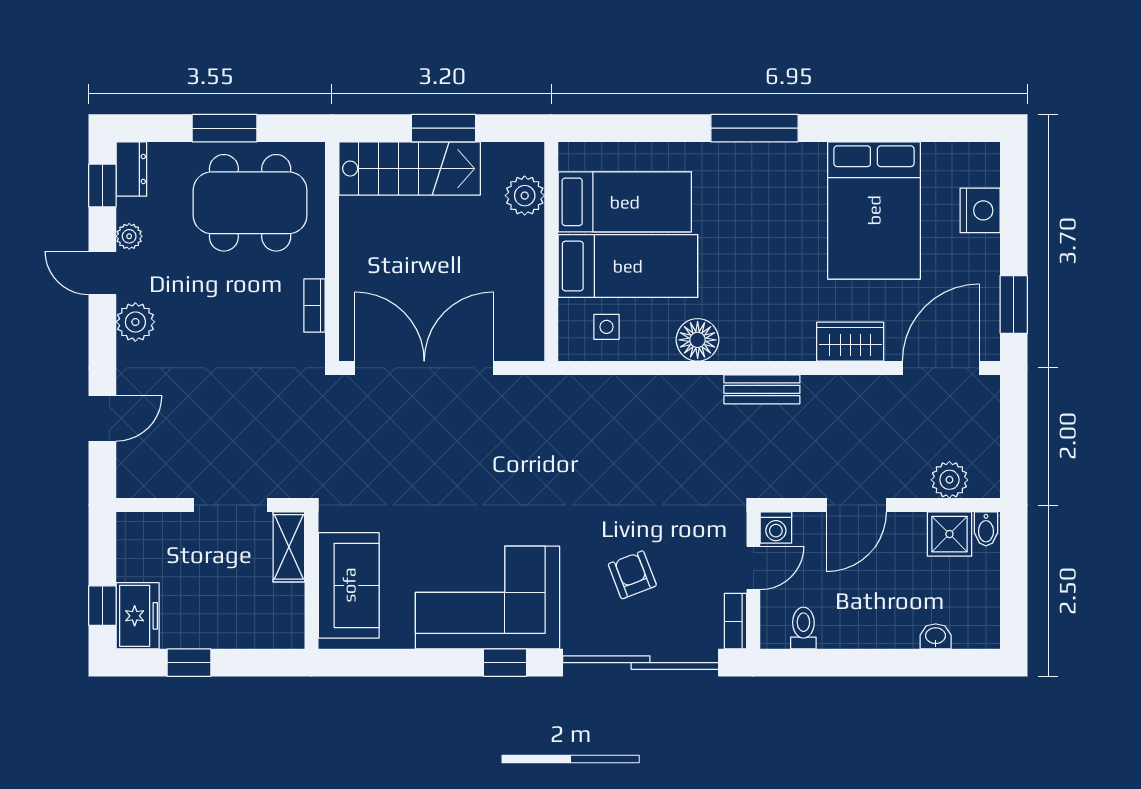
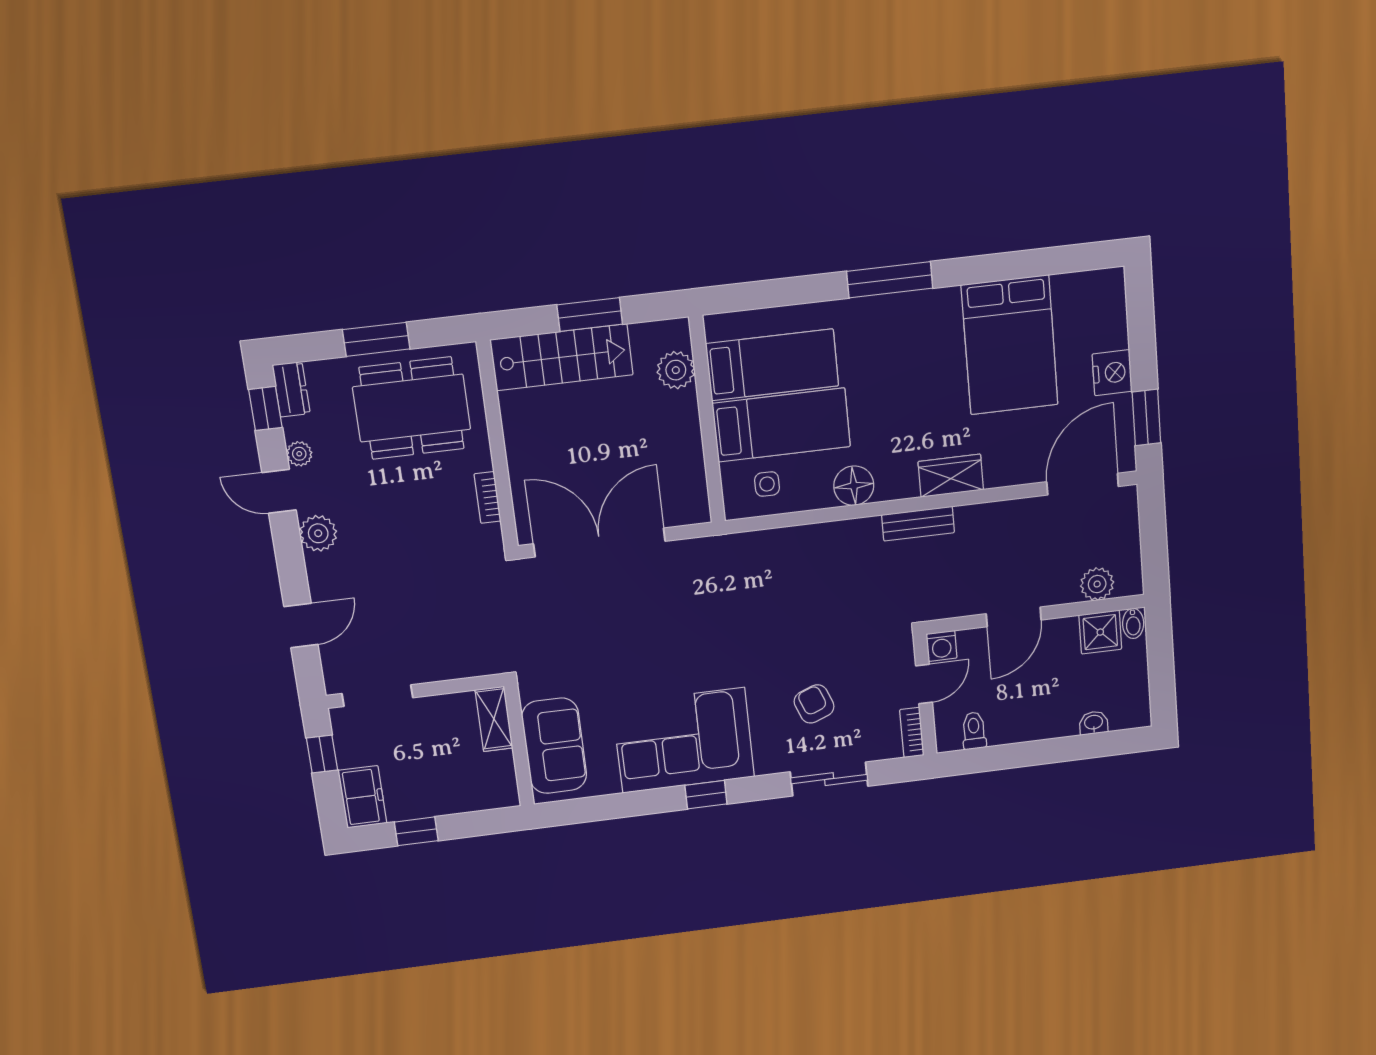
nightstand: (980, 210) -> (1112, 373), moved
wardrobe: (850, 342) -> (951, 476), moved
doorway: (230, 505) -> (377, 696), moved
window: (102, 606) -> (322, 754), moved
sliding door: (641, 663) -> (829, 779), width x0.54

